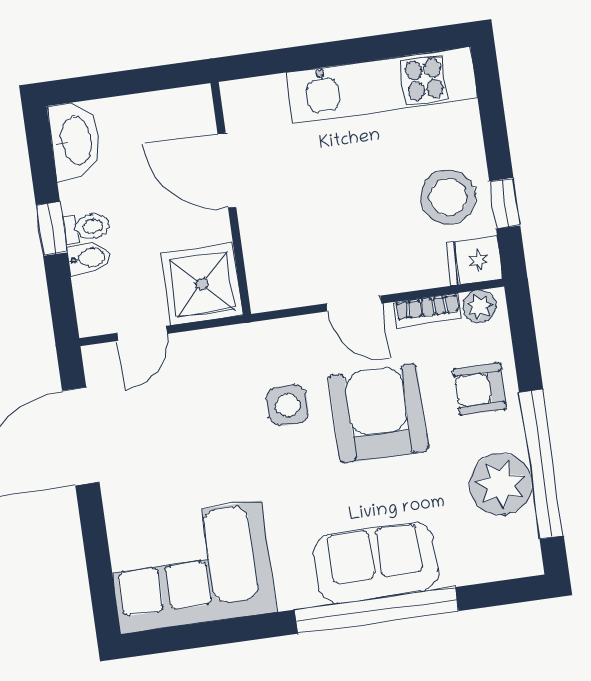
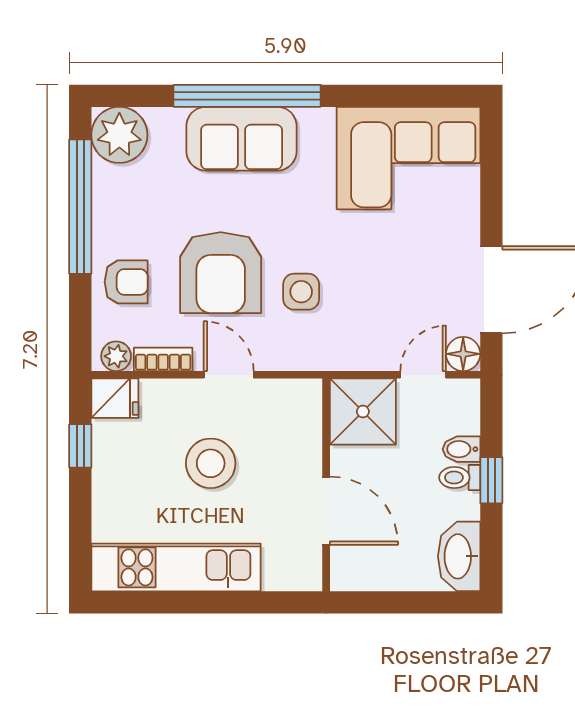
stool: (448, 197) -> (211, 463), moved
floor lamp: (102, 362) -> (463, 354), added
plant: (501, 484) -> (119, 135), moved

